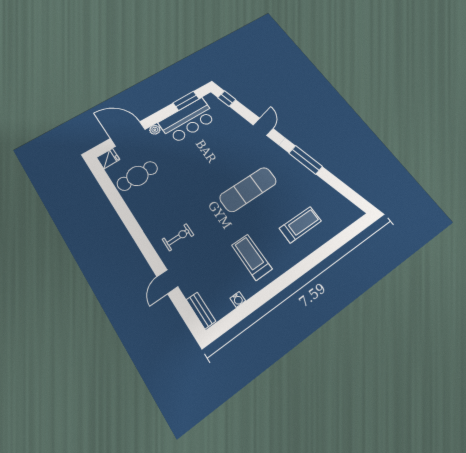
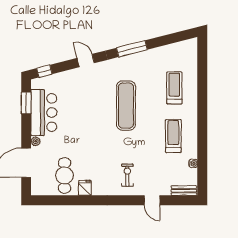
fridge: (108, 159) -> (85, 188), moved
treadmill: (252, 257) -> (173, 136), turned 90

